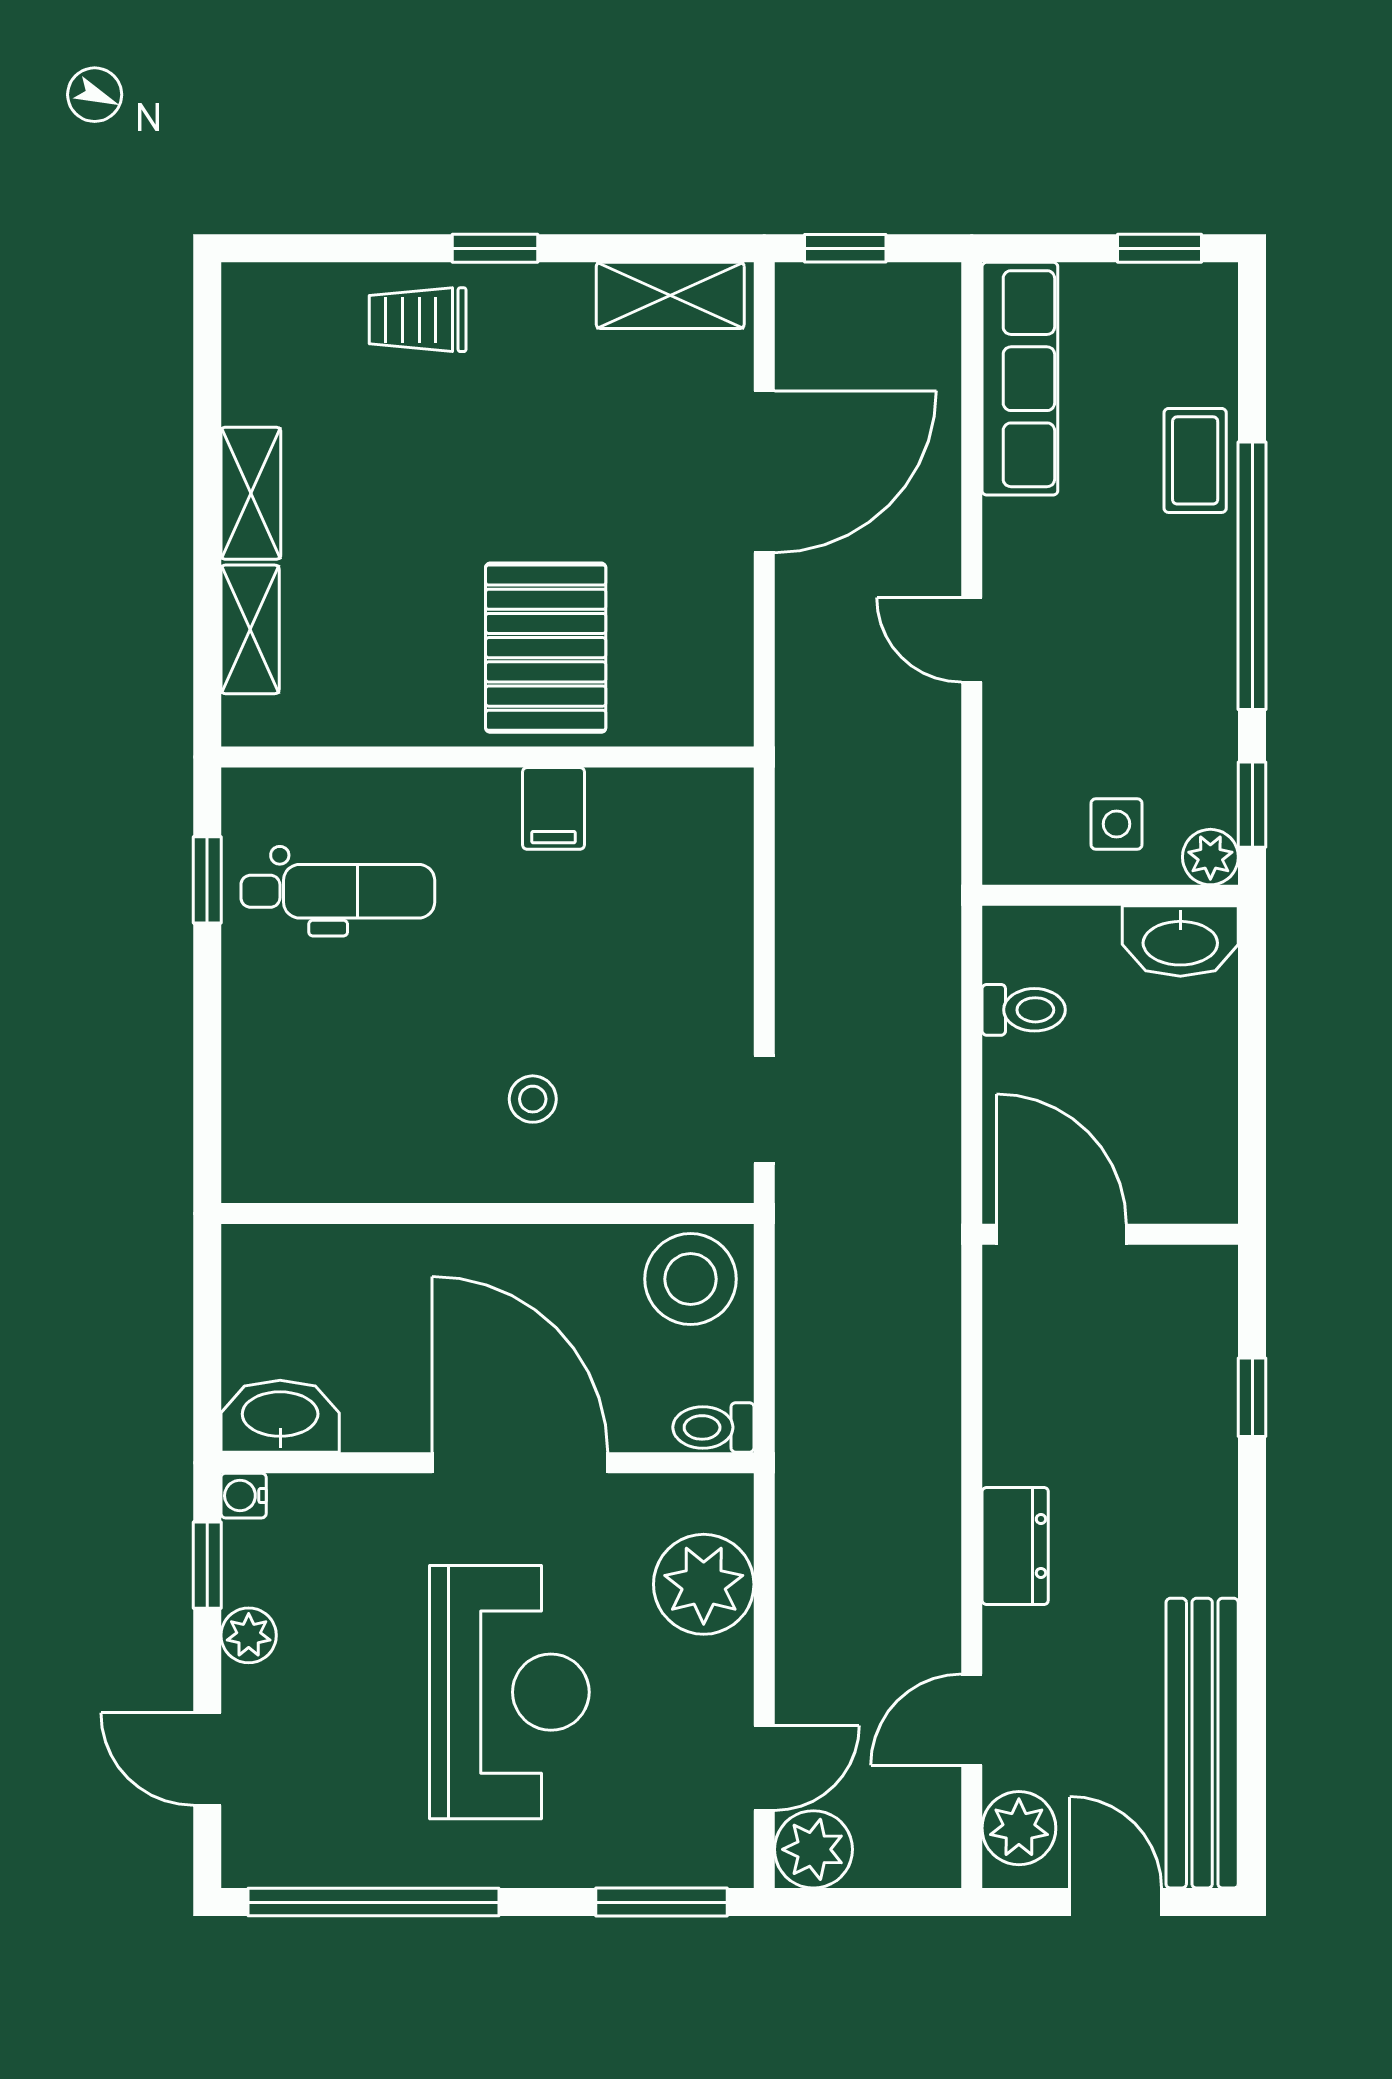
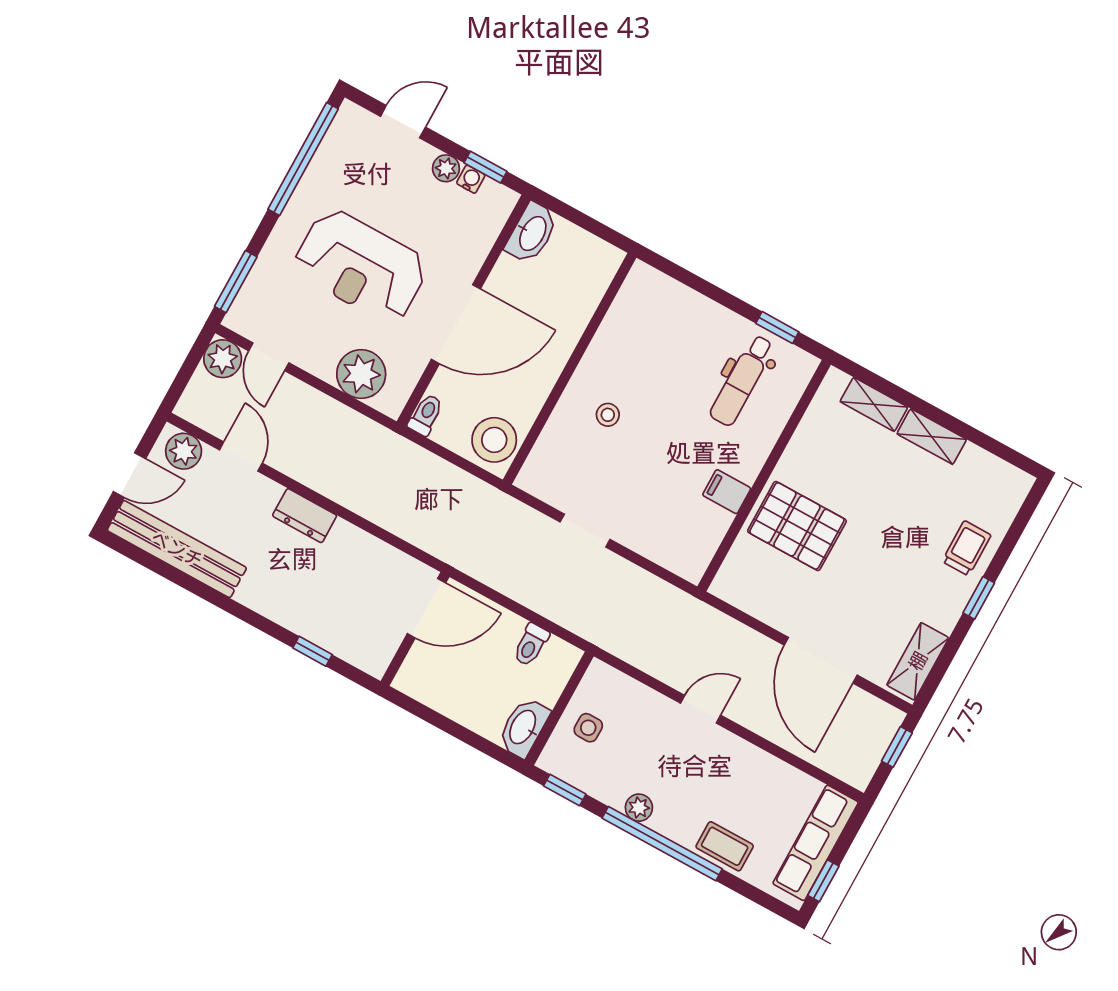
row of seats: (1020, 379) -> (816, 843), moved, turned 90
plant: (1210, 857) -> (639, 808), moved
doorway: (764, 1109) -> (585, 531), moved
water cooler: (244, 1496) -> (471, 179), moved

